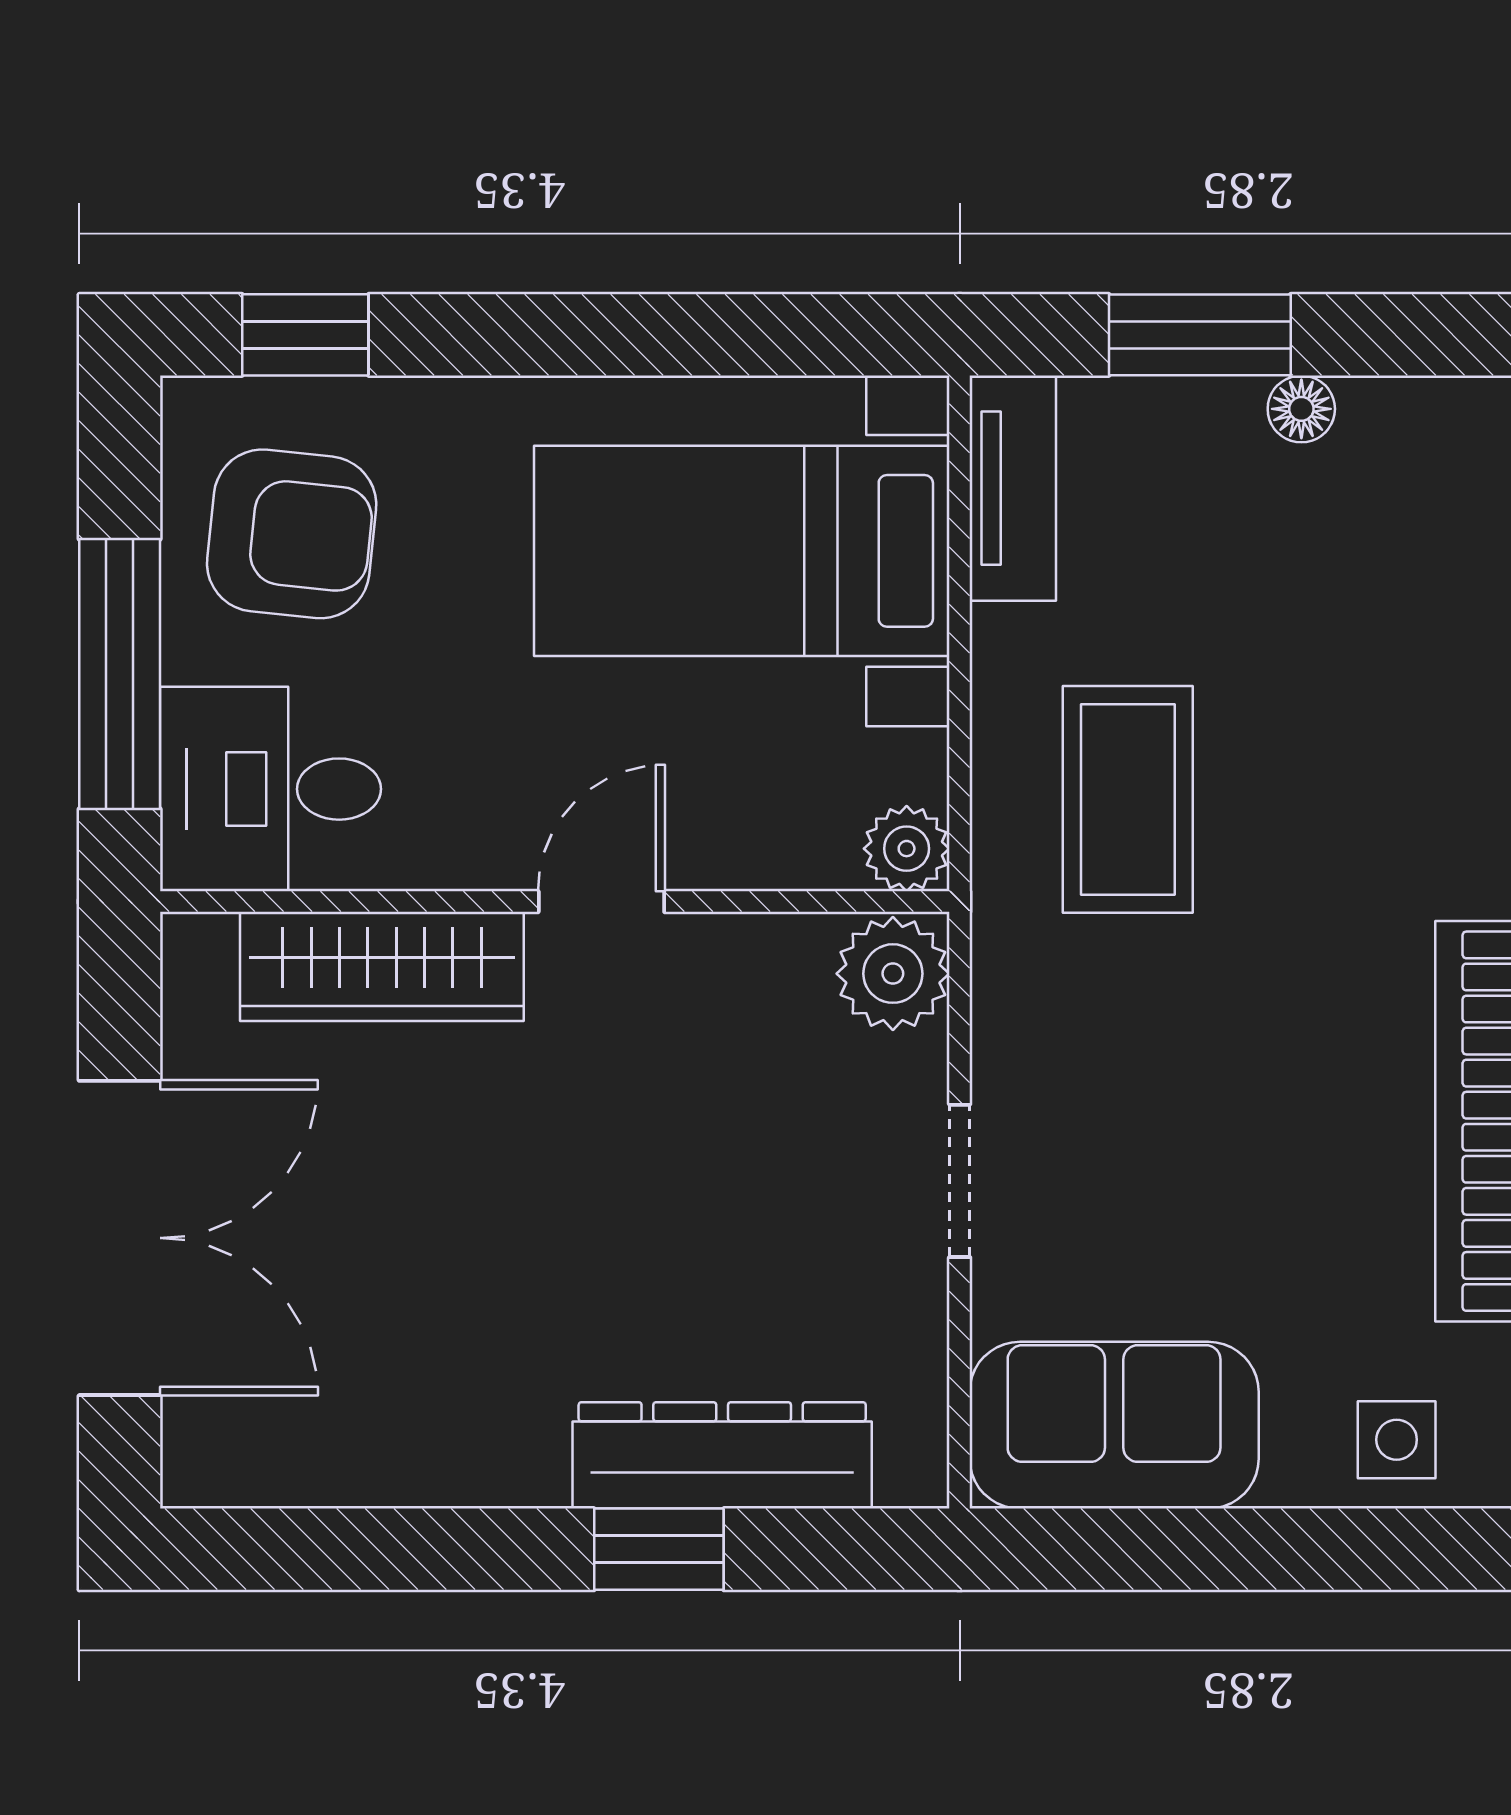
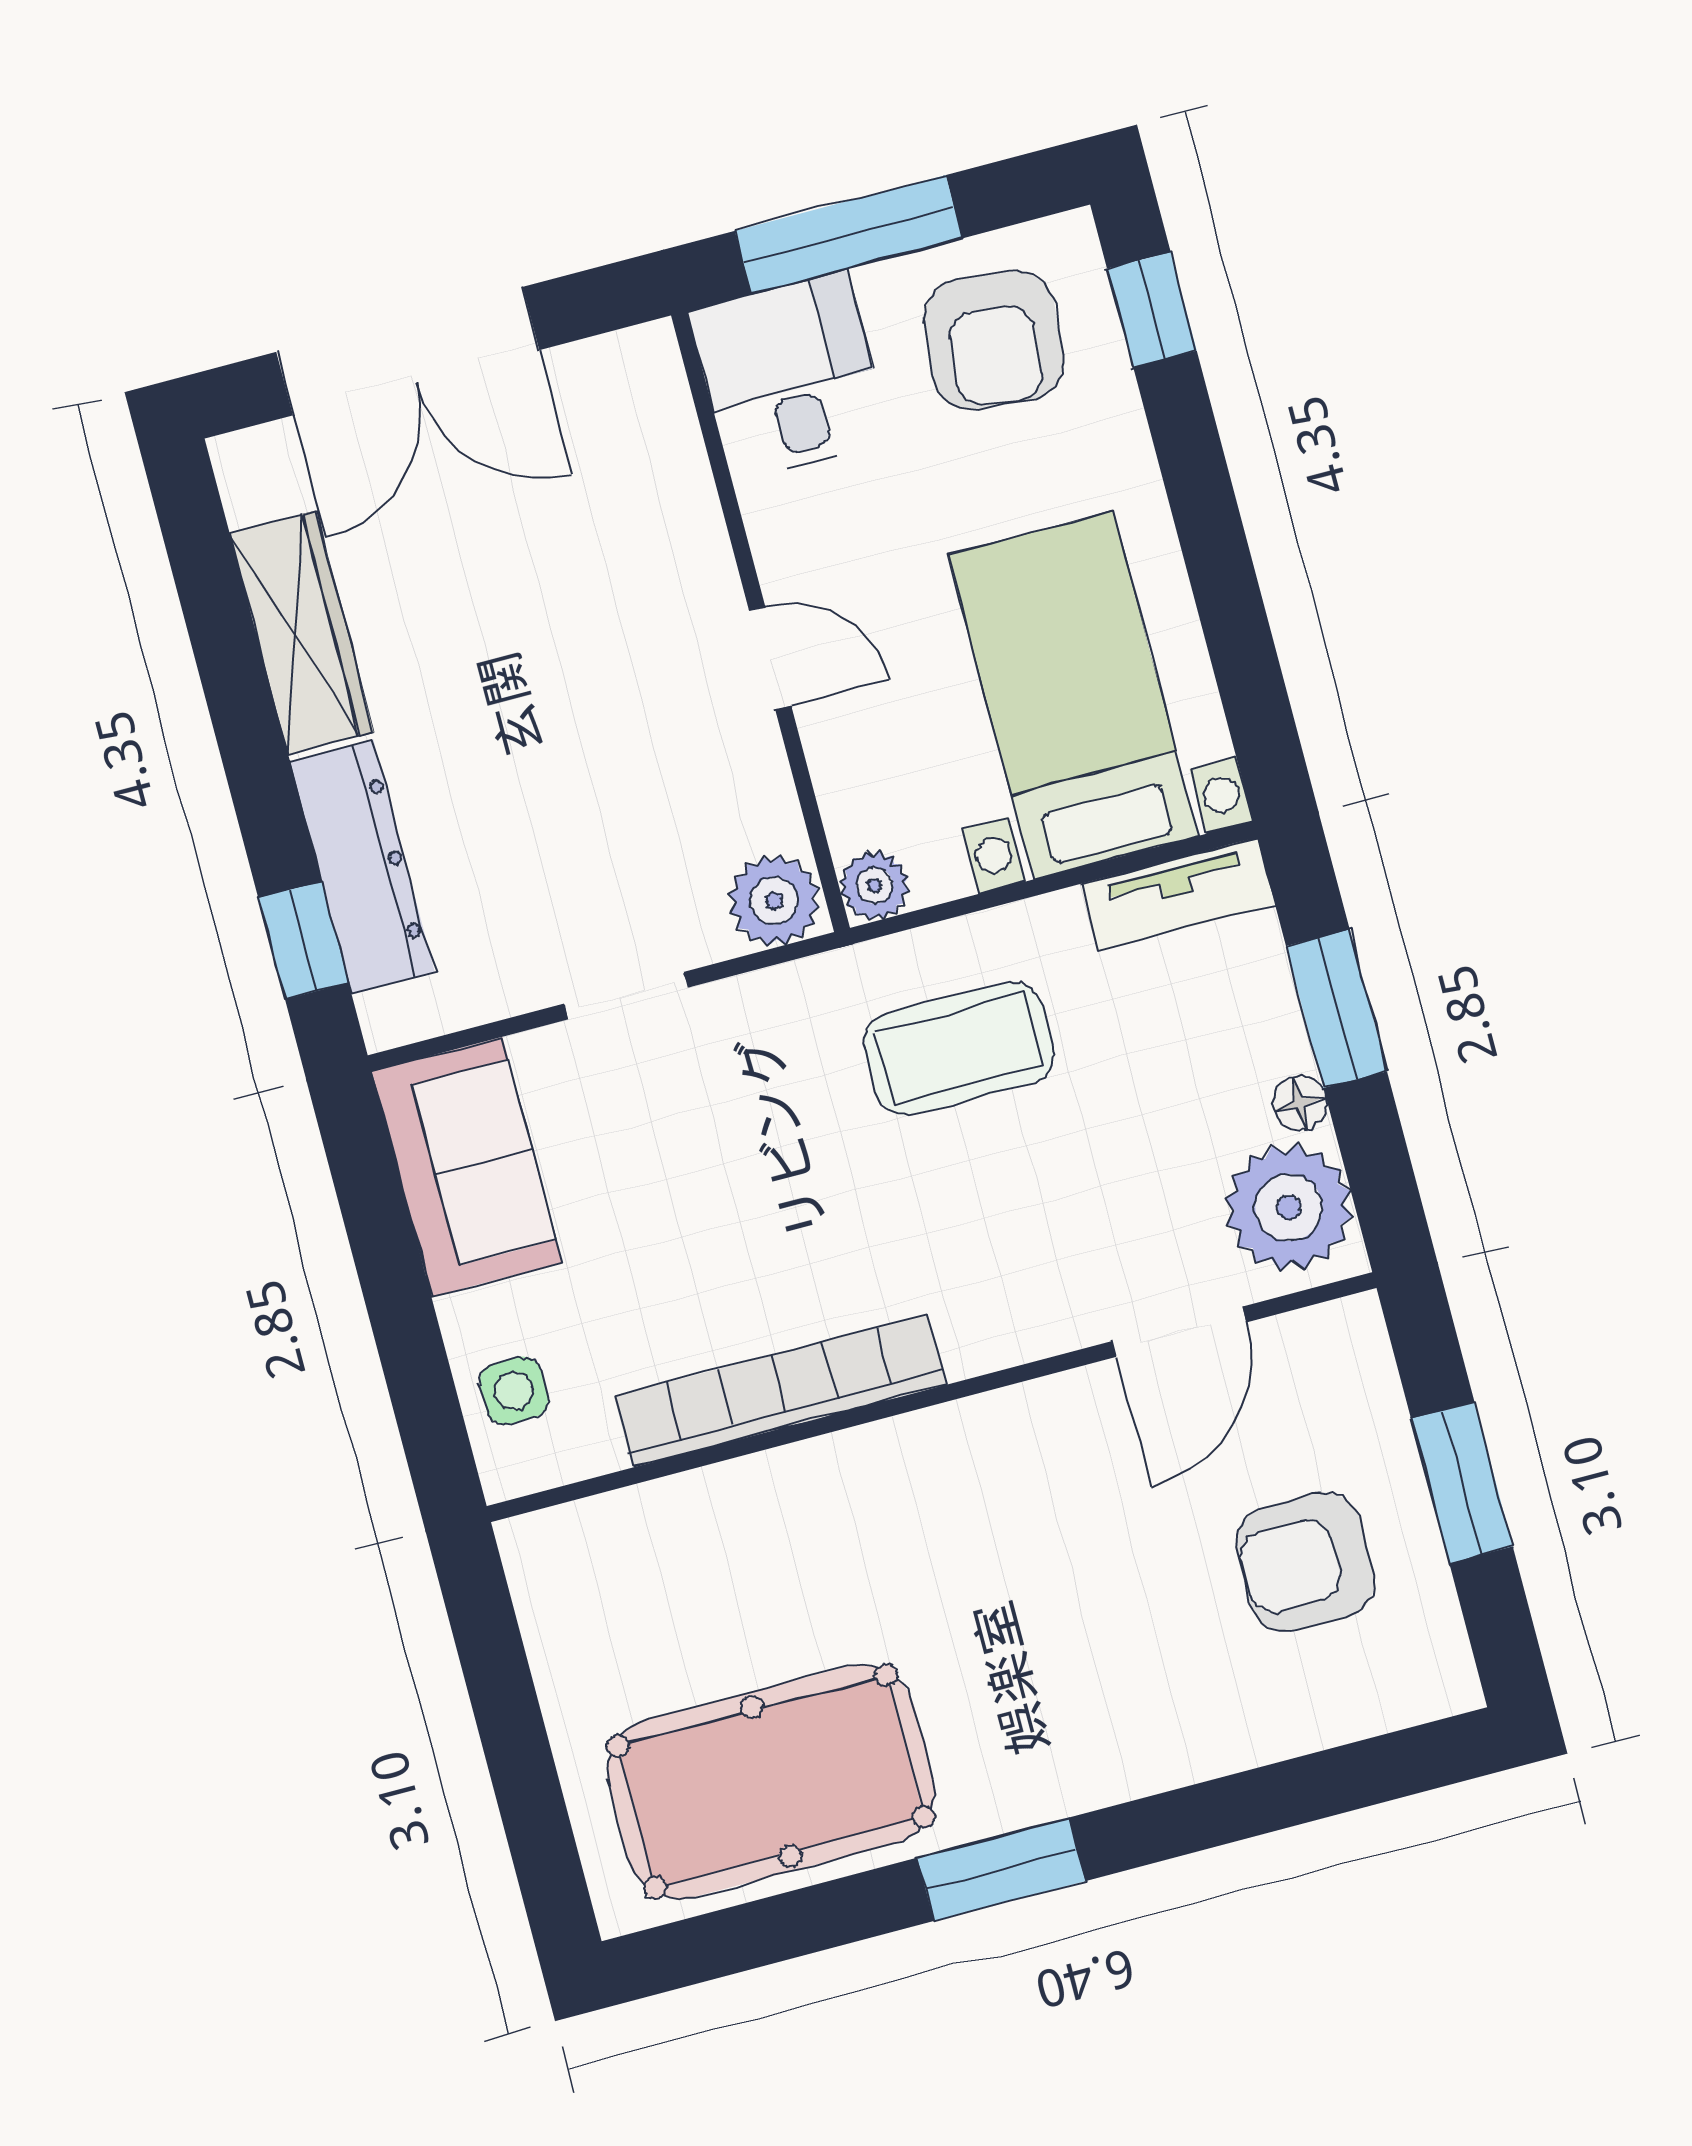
plant: (1423, 455) -> (1289, 1208), added
wardrobe: (382, 966) -> (302, 633), moved, turned 180
window: (659, 1549) -> (303, 940), moved

